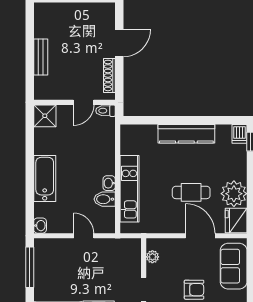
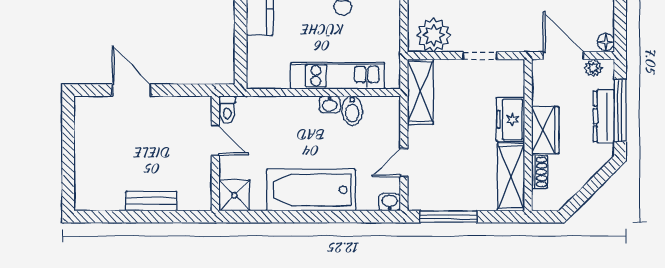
shoe rack: (109, 75) -> (177, 104), removed
bathtub: (45, 178) -> (311, 190), width x1.36, depth x1.36
door: (84, 236) -> (404, 163), moved
shelving: (118, 247) -> (420, 92), added
plant: (152, 257) -> (434, 35), width x1.88, depth x1.88

